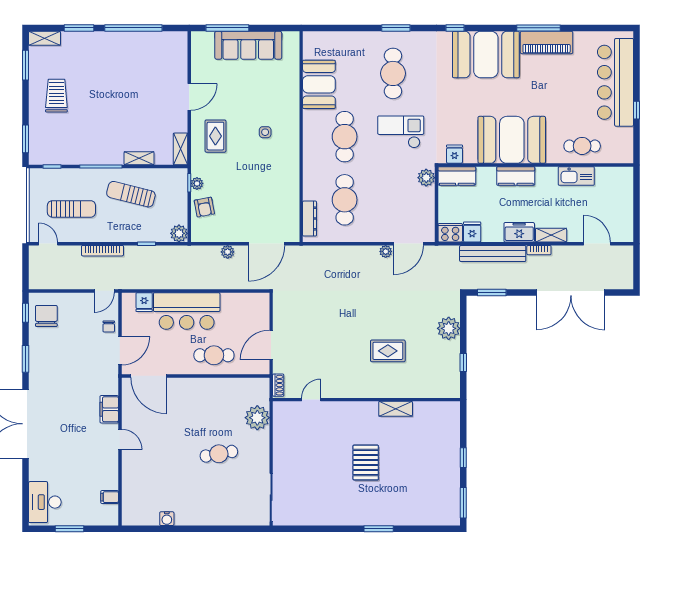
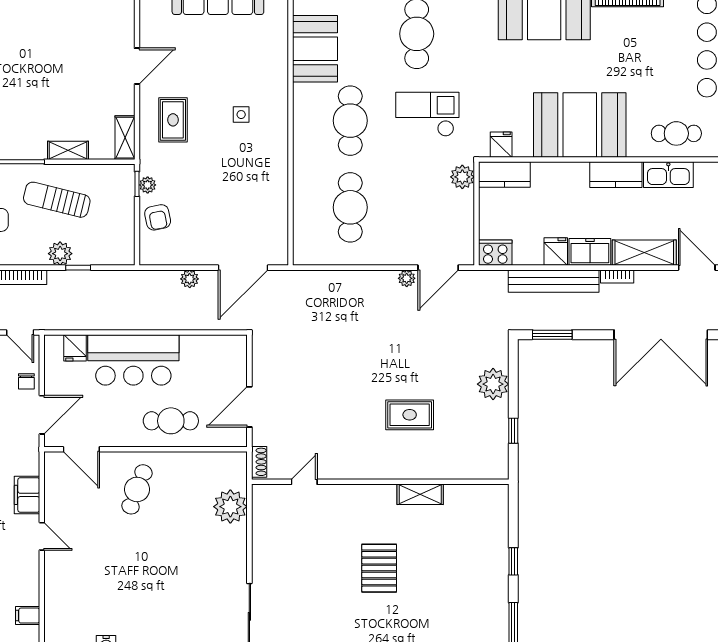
kitchen counter: (516, 176) -> (616, 175), moved
dresser: (310, 219) -> (302, 233), removed
fridge: (472, 232) -> (556, 252), moved
plant: (179, 233) -> (60, 254), moved
shelving: (551, 235) -> (644, 253), width x1.50, depth x1.33
door: (104, 291) -> (20, 333), hinge flipped
door: (149, 376) -> (81, 449), width x0.73
cafe table: (219, 454) -> (137, 489), moved, turned -59

